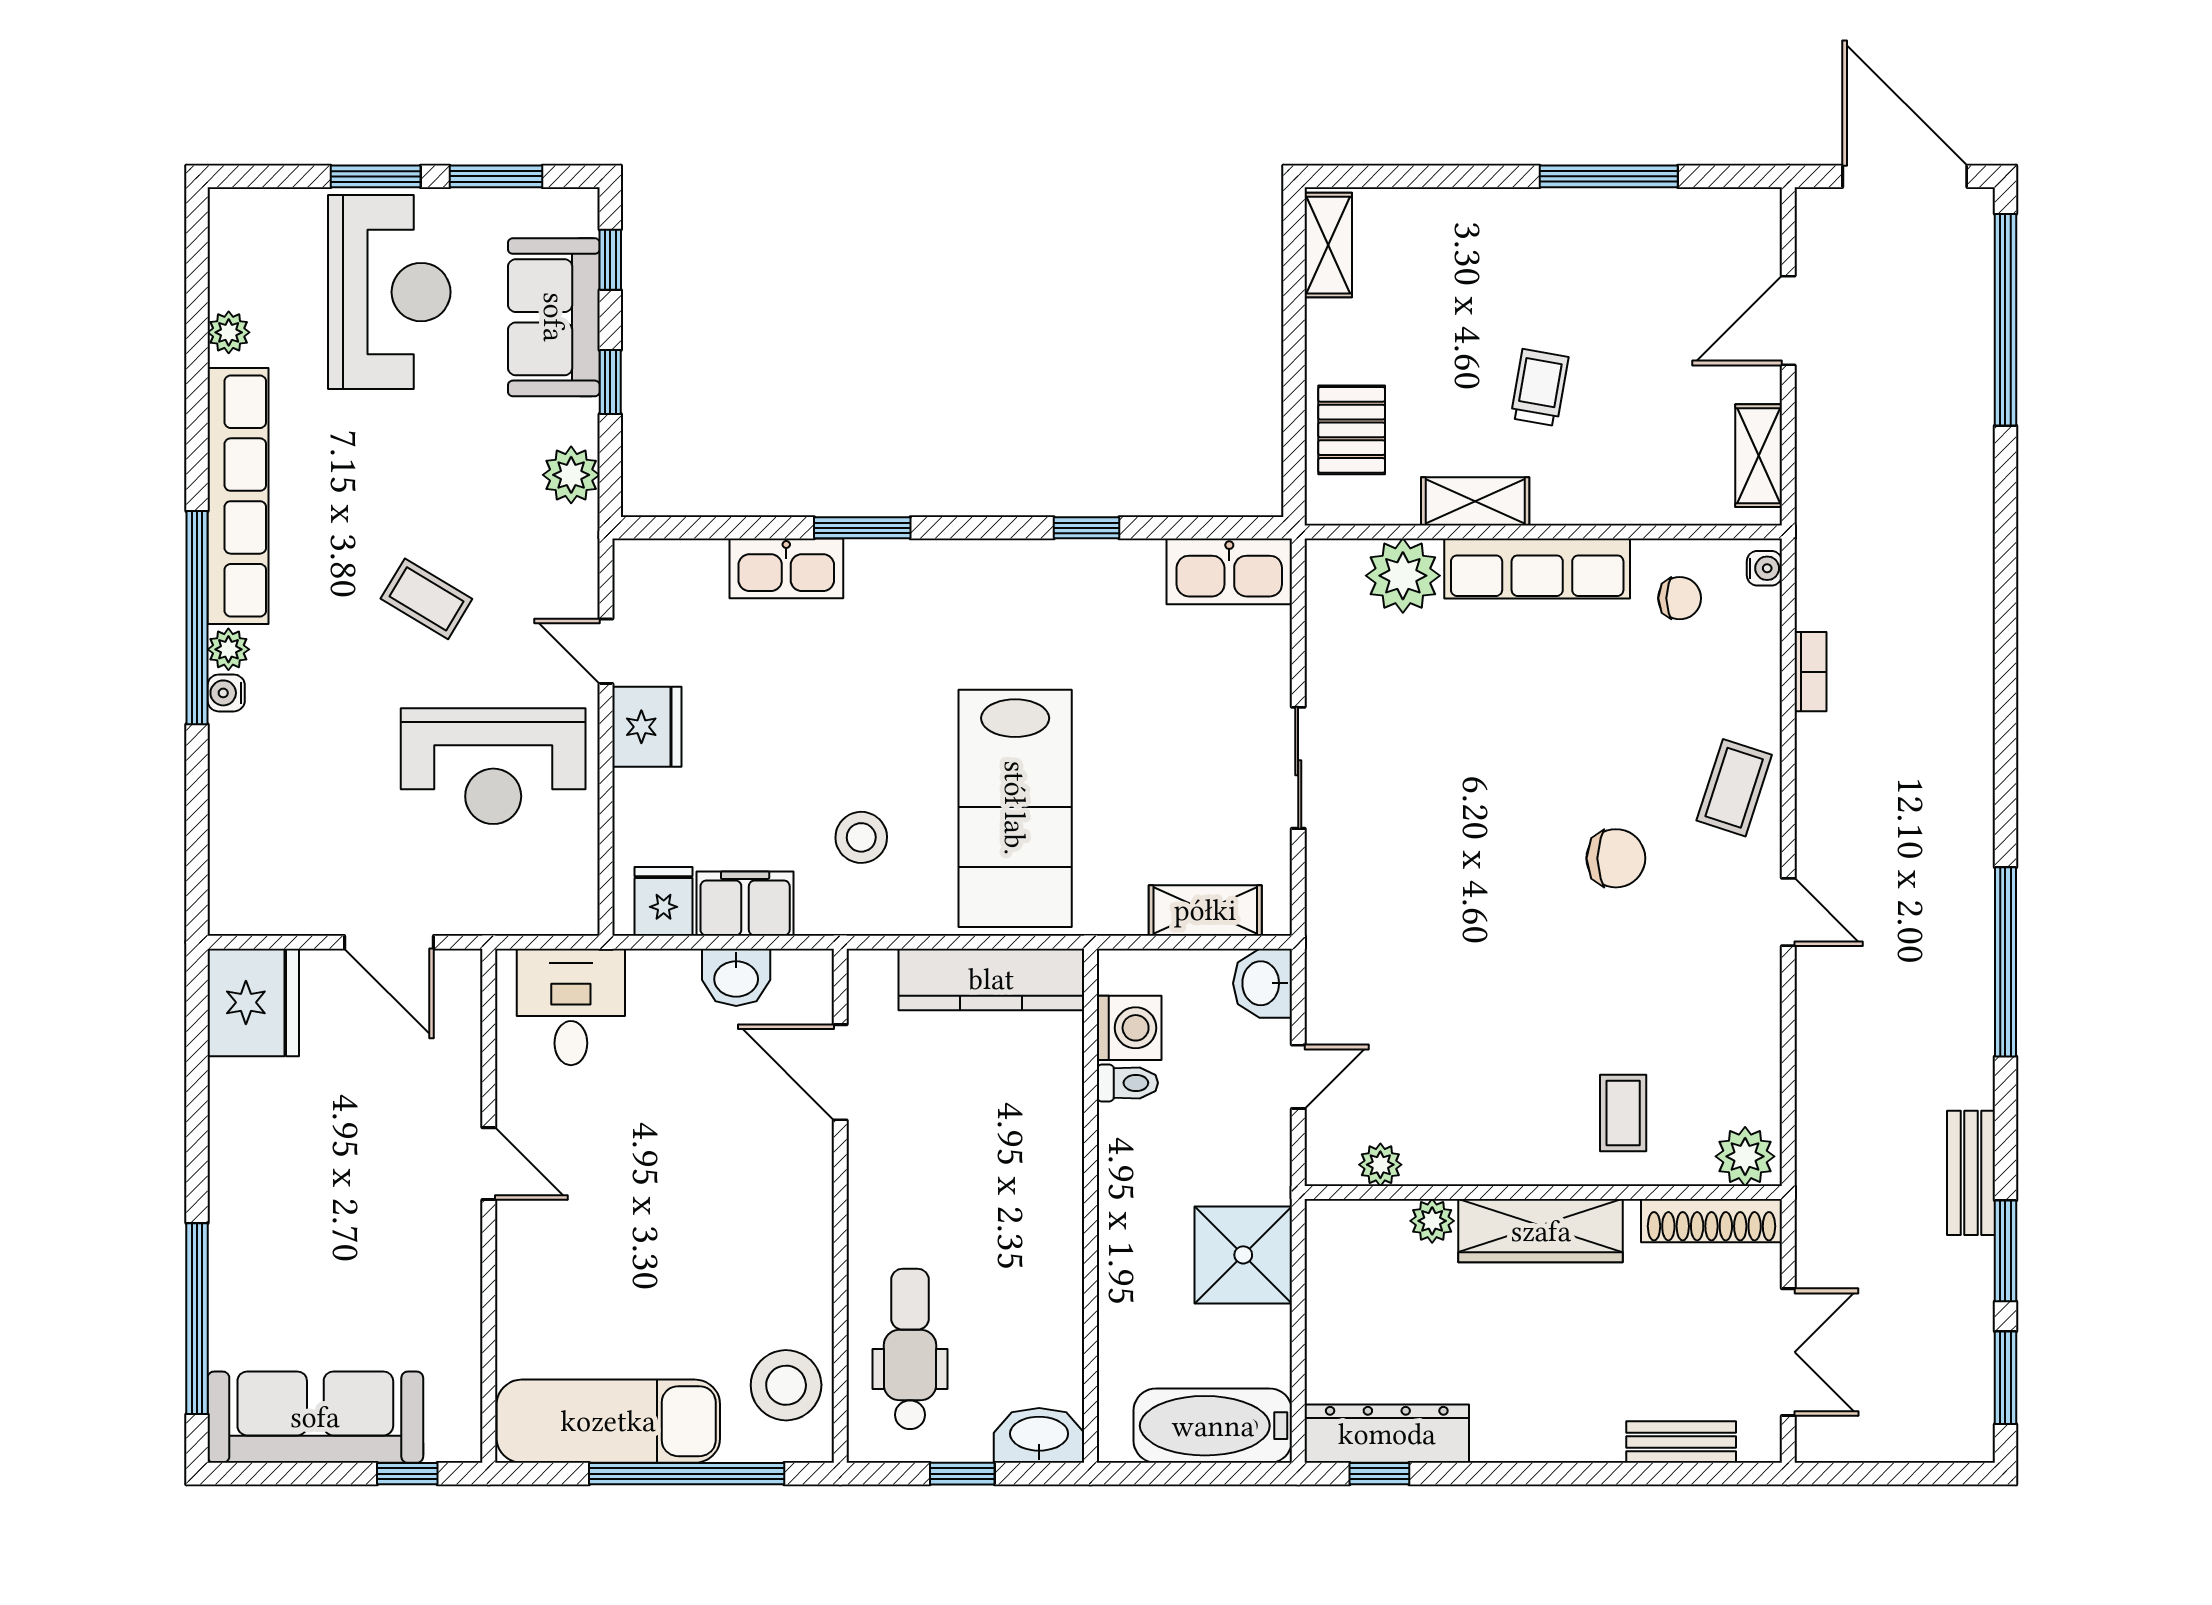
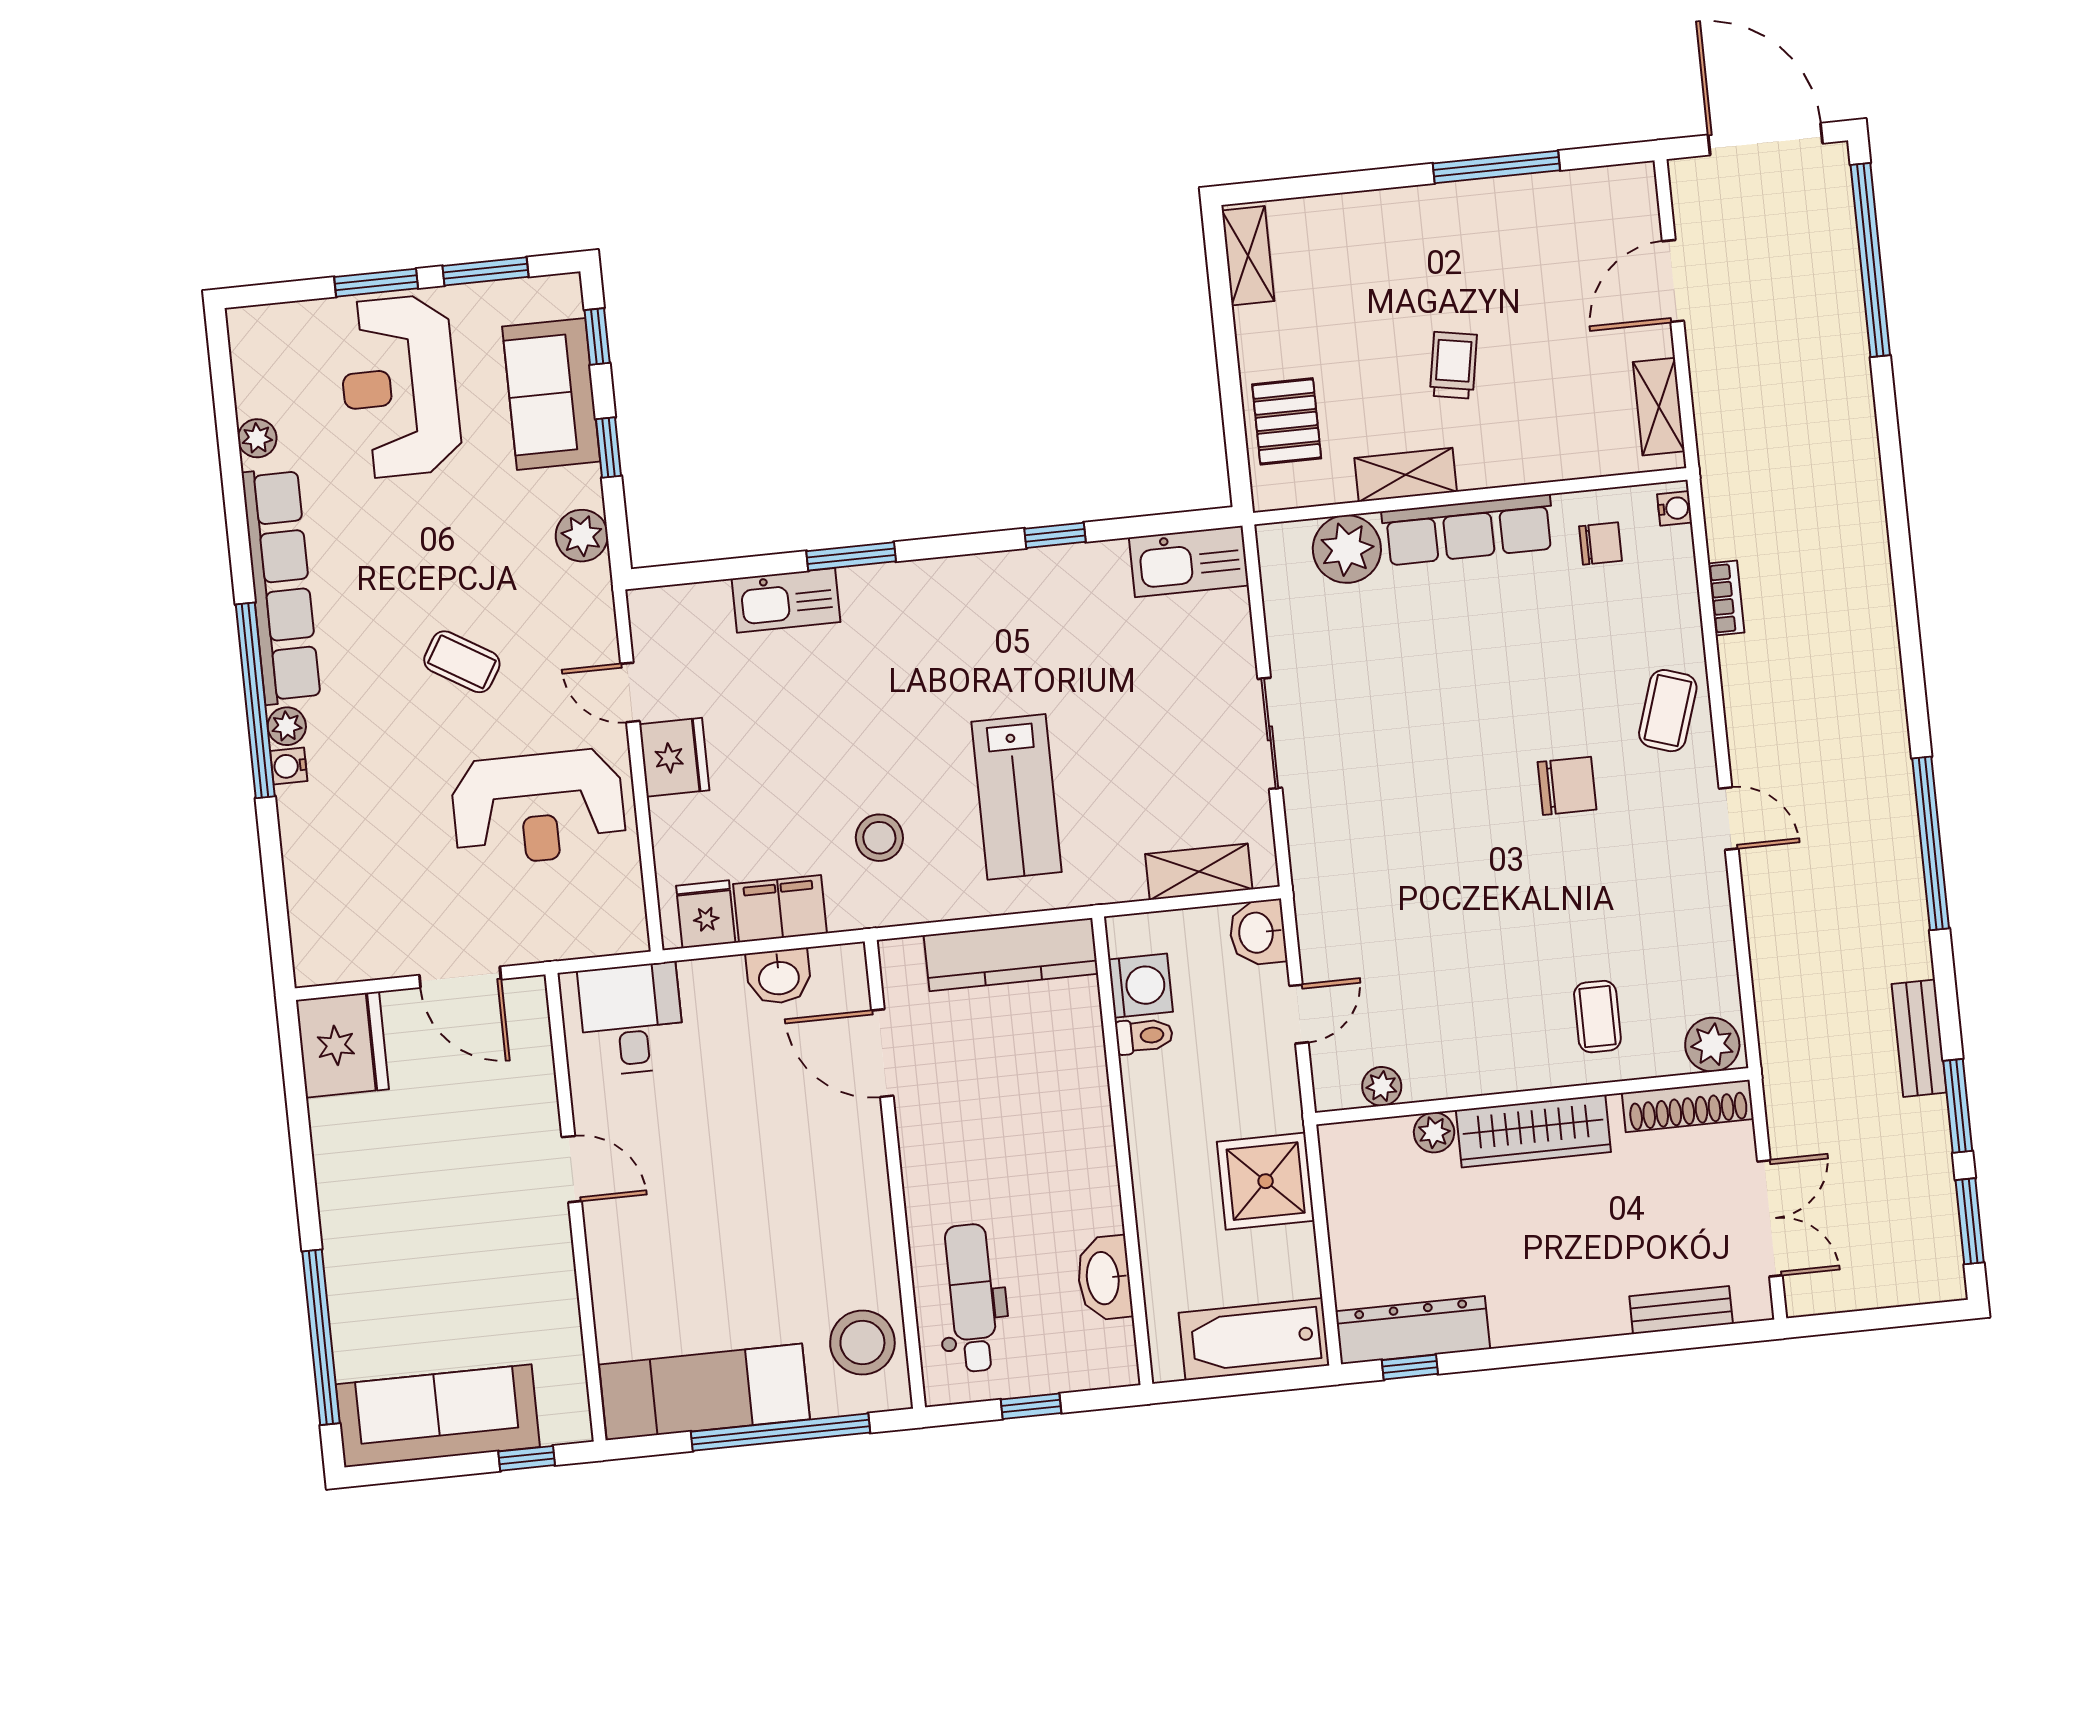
reception desk: (389, 292) -> (399, 387), turned 180
lab bench: (1015, 808) -> (1016, 797), width x0.73, depth x0.72
washbasin: (1039, 1435) -> (1104, 1278), moved, turned -90

